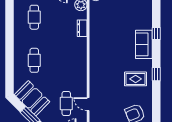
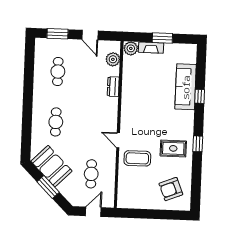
sofa: (144, 44) -> (186, 87), moved, width x1.36
coffee table: (105, 89) -> (137, 158), added
door: (88, 104) -> (118, 140), moved

